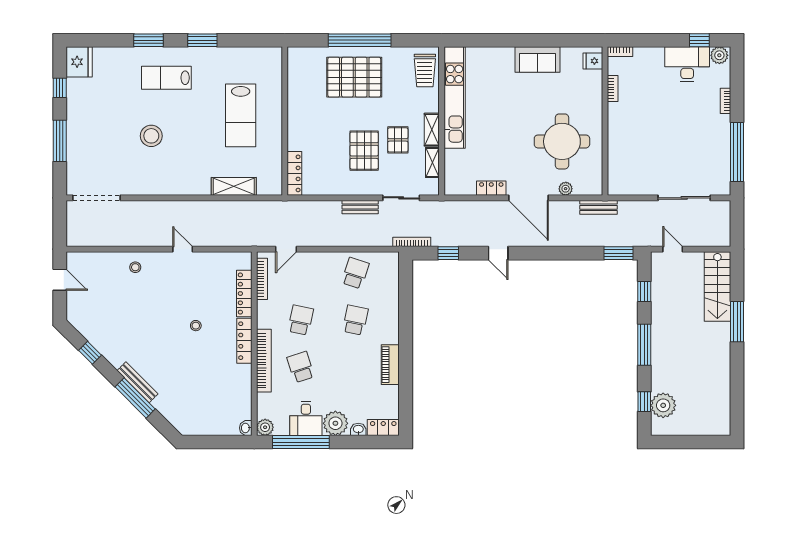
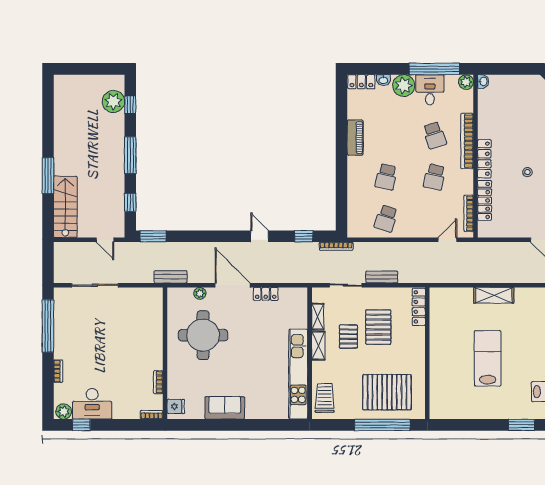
wall: (285, 121) -> (427, 353), moved
locker: (294, 173) -> (419, 307), moved

